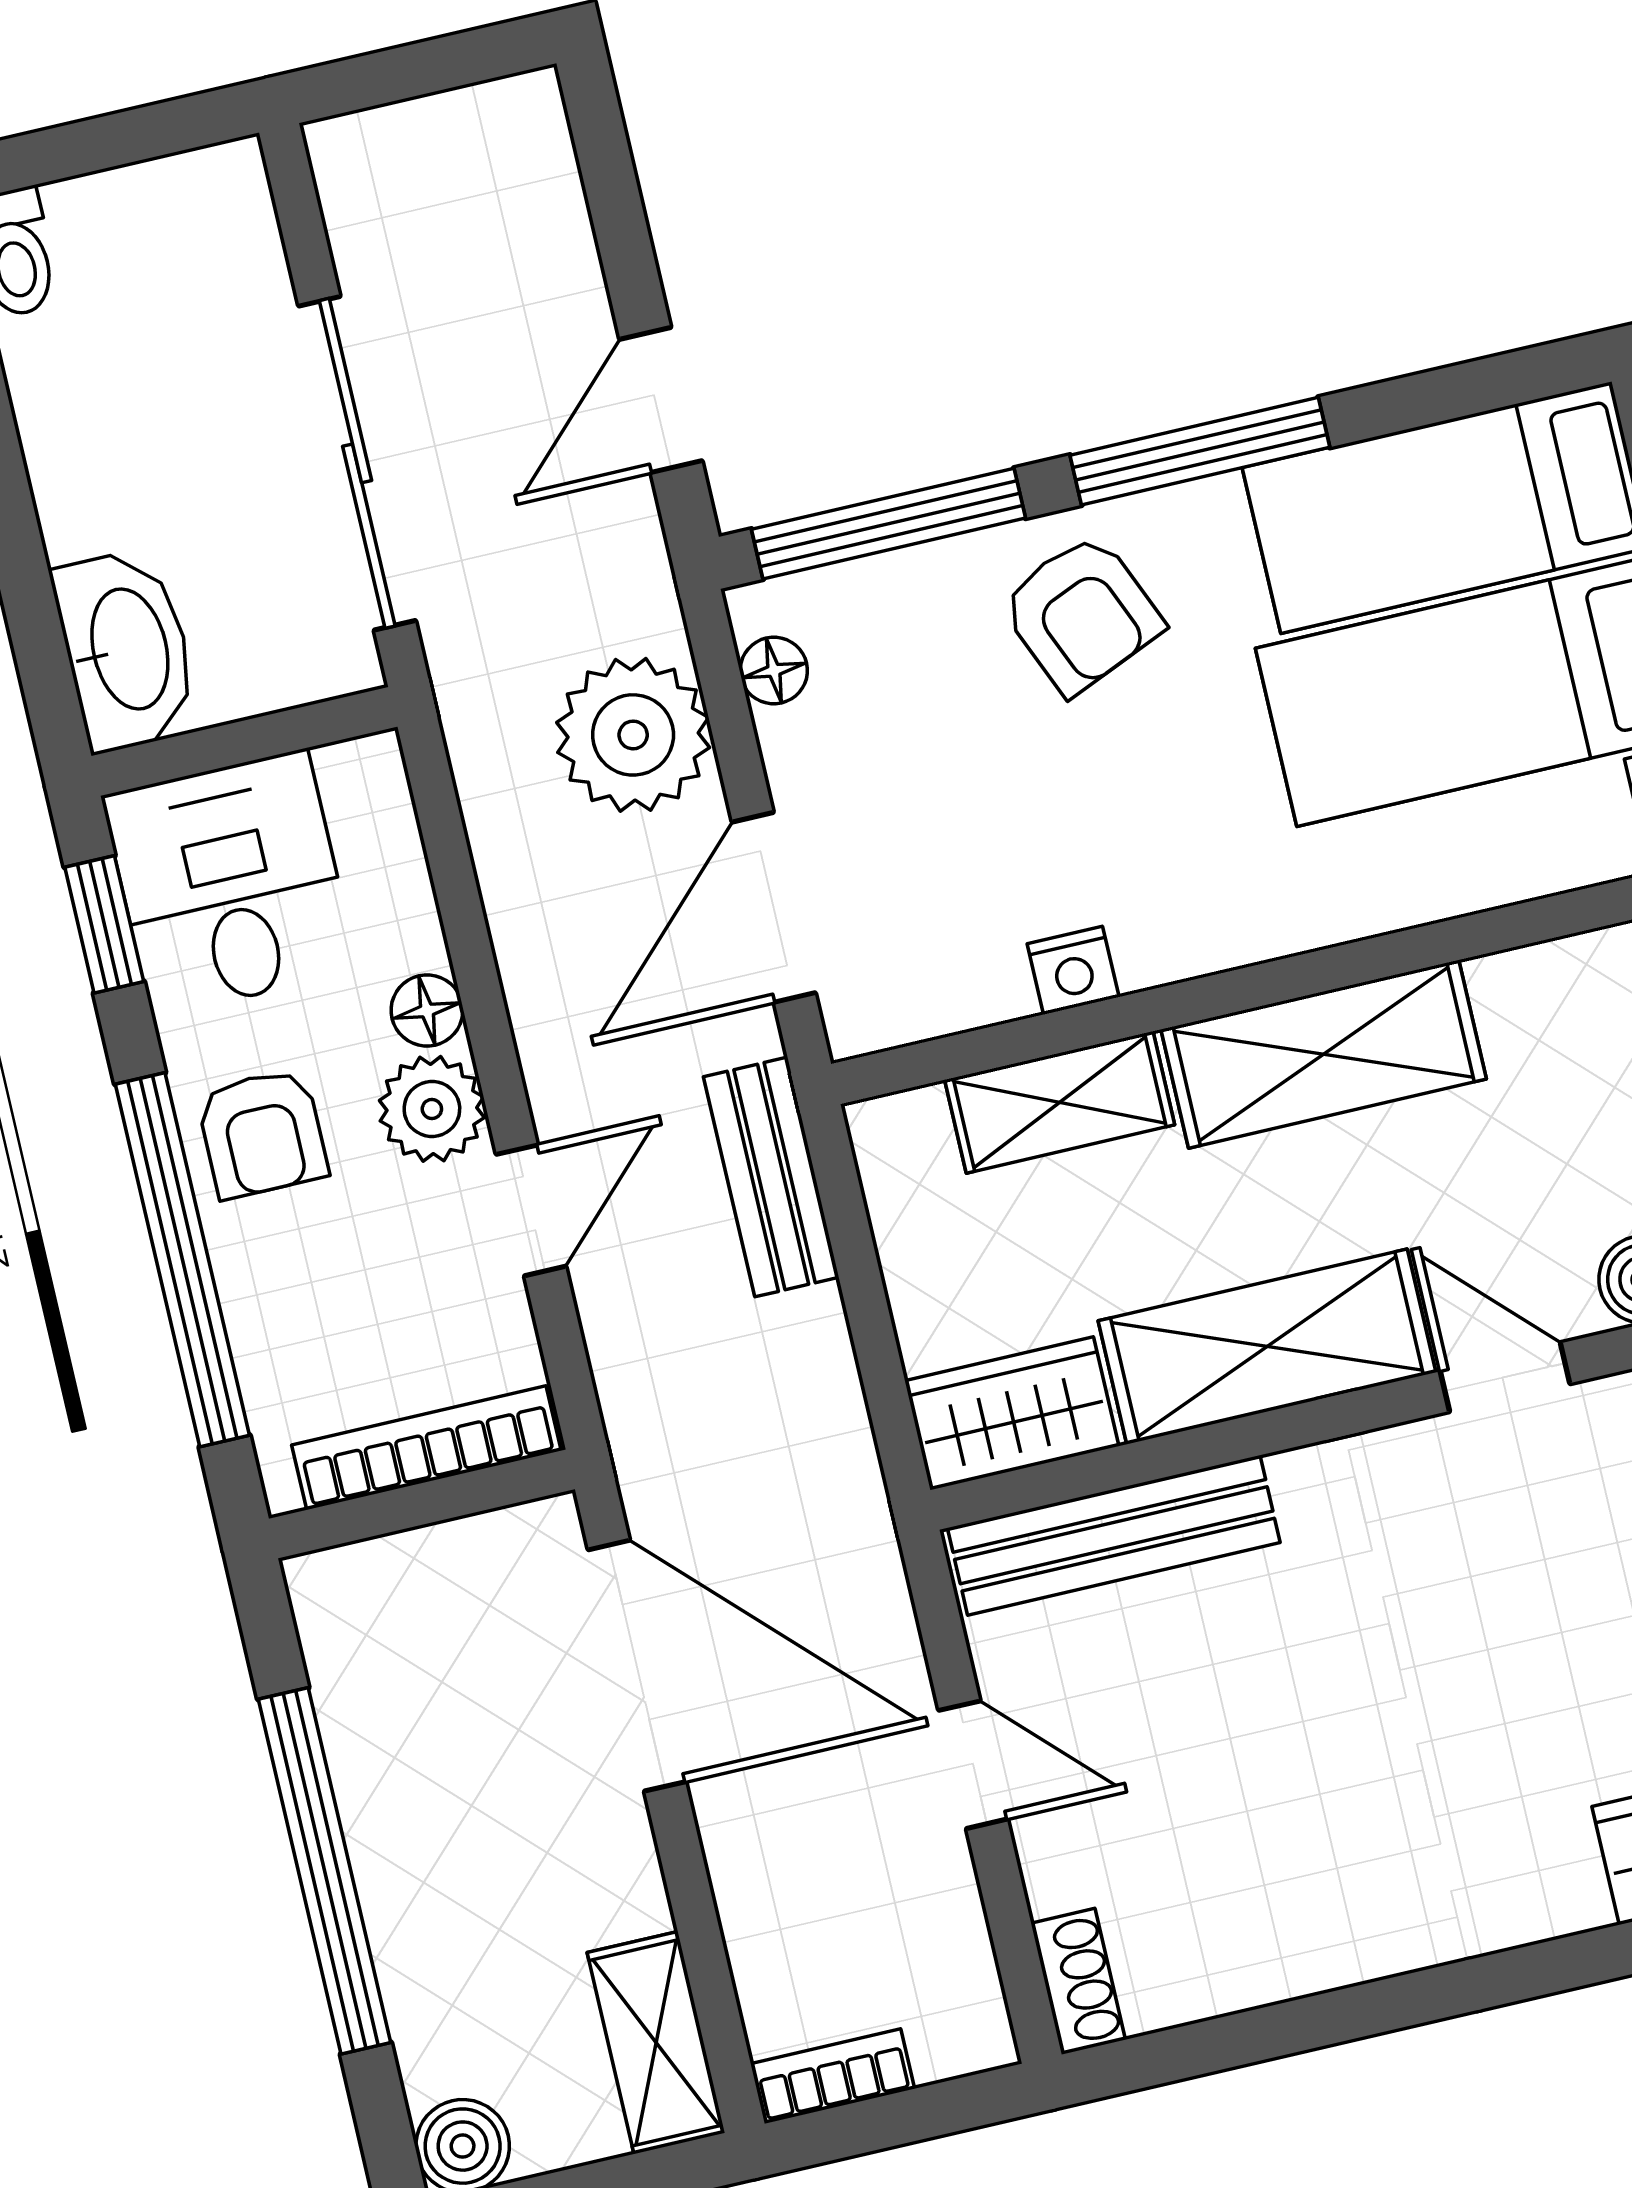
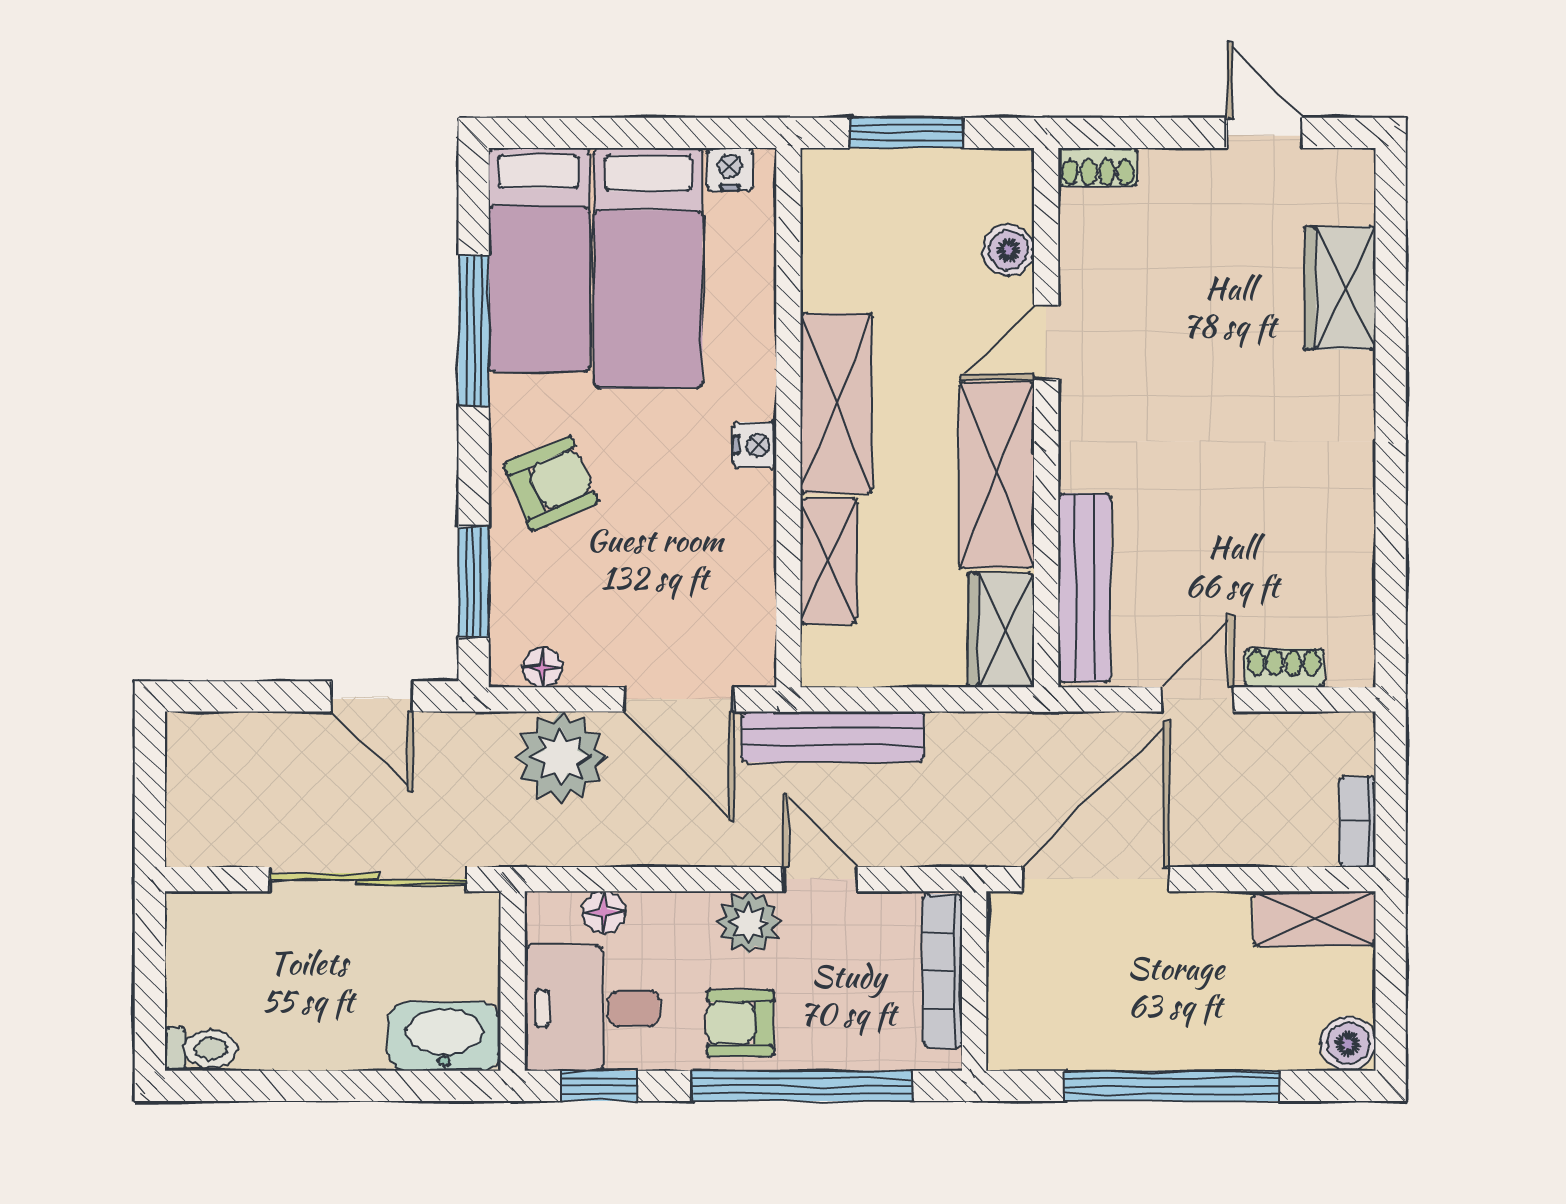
window: (1200, 451) -> (474, 331), moved
window: (888, 524) -> (474, 582), width x0.69
nightstand: (1073, 970) -> (755, 445), moved
floor lamp: (427, 1010) -> (604, 912), moved
armchair: (262, 1133) -> (740, 1023), turned 180
bench: (771, 1177) -> (833, 737), width x1.36
shoe rack: (1078, 1981) -> (1284, 668), moved

